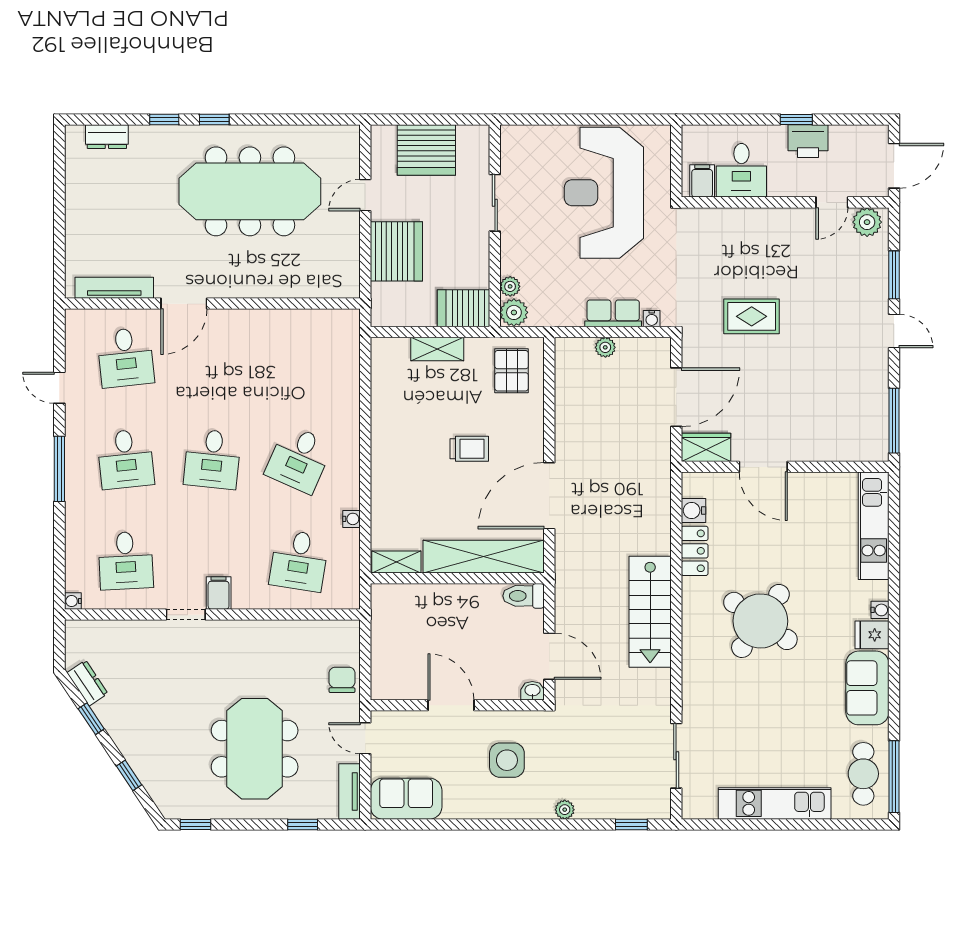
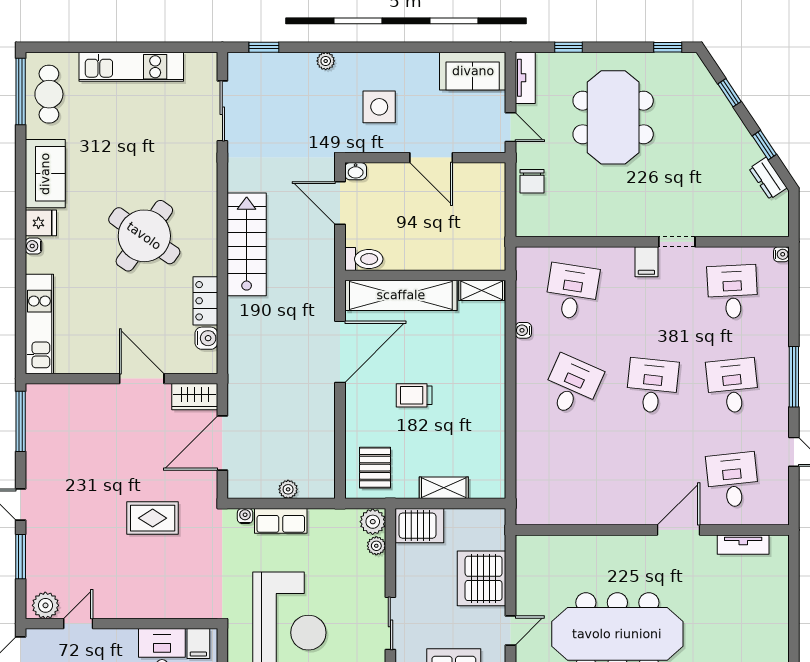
tv unit: (114, 288) -> (743, 545), width x0.71

